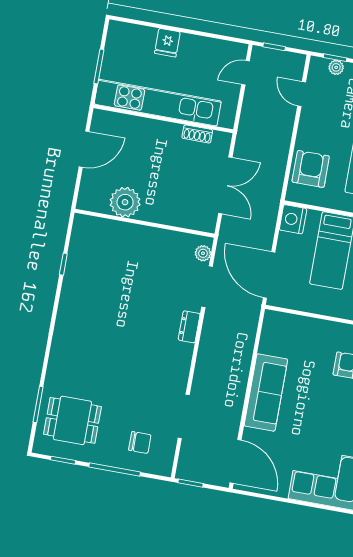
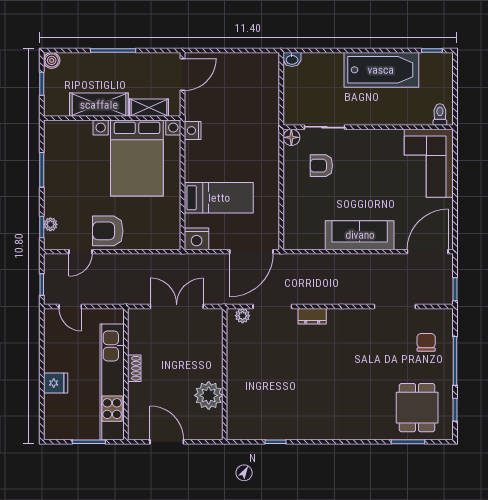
shoe rack: (197, 134) -> (134, 368), moved
armchair: (311, 169) -> (108, 231), moved

